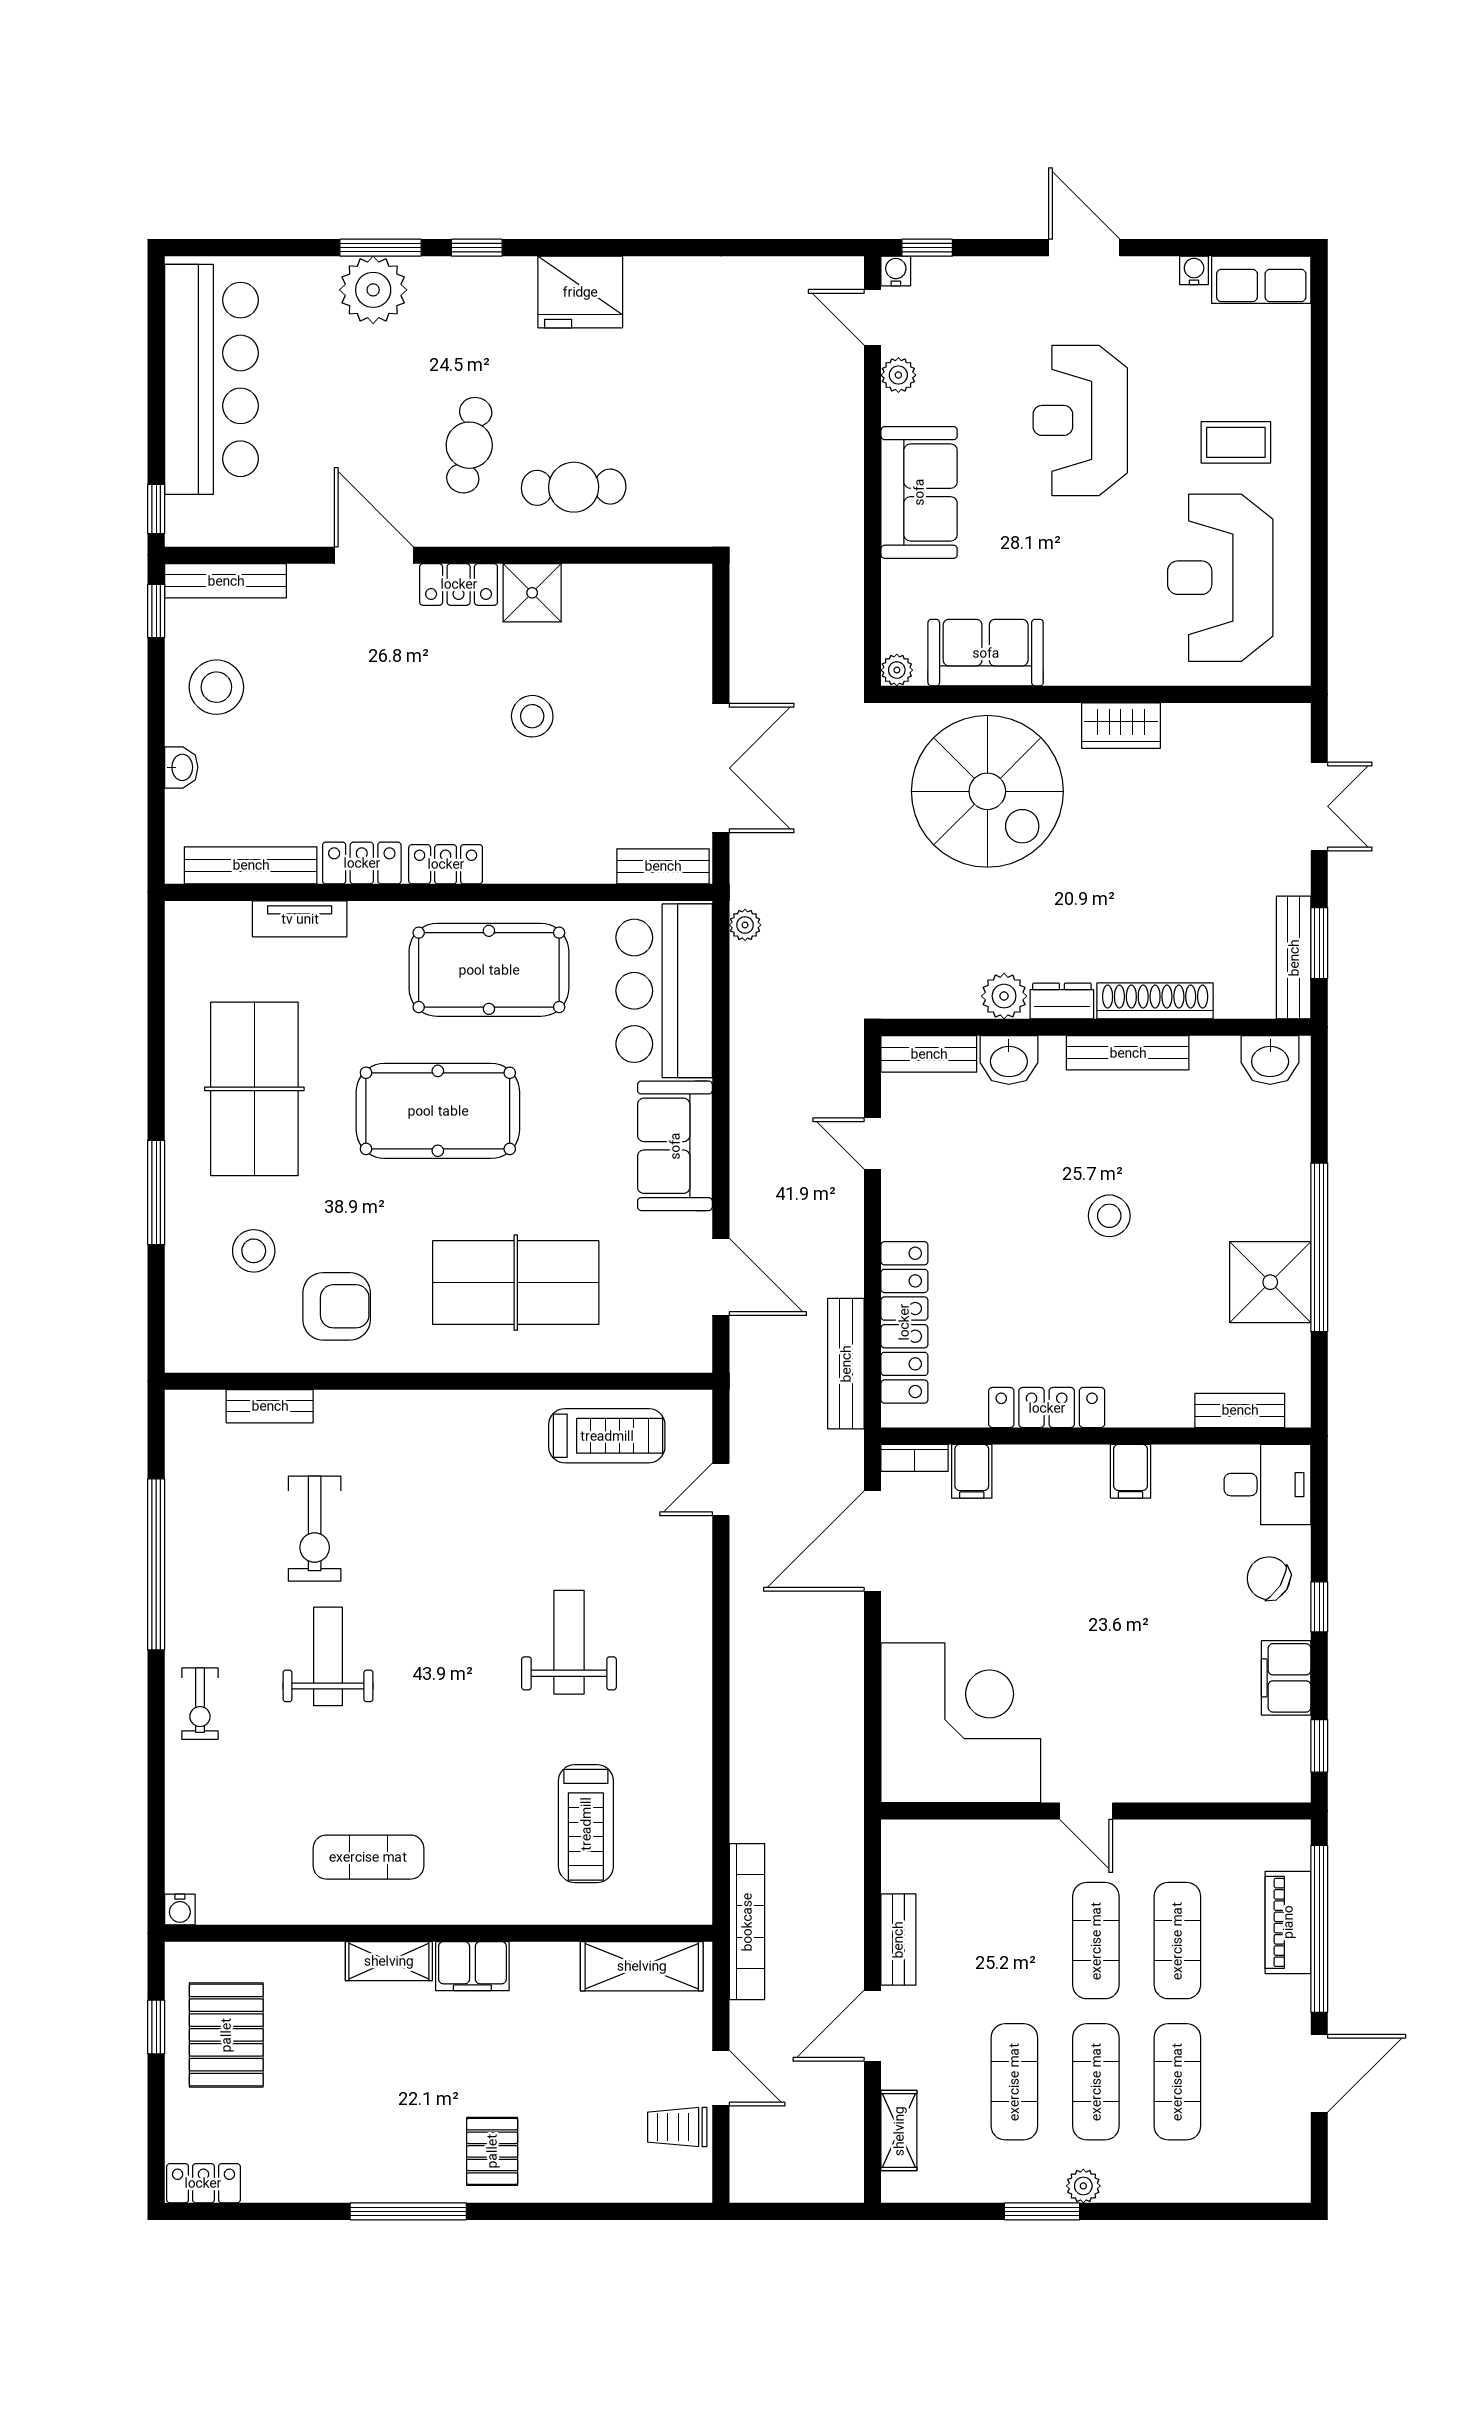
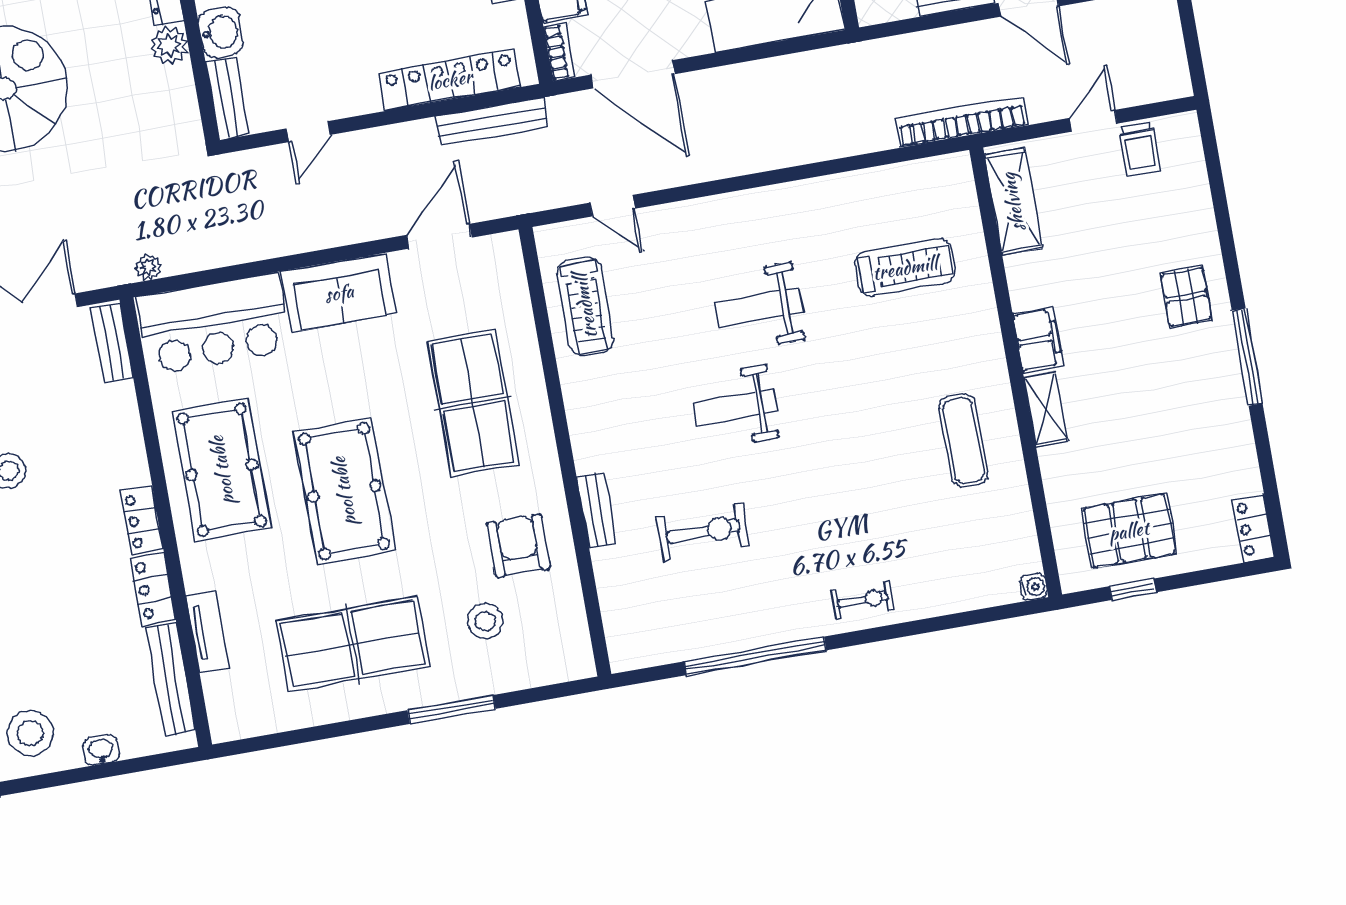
bench: (270, 1406) -> (596, 510), moved
treadmill: (607, 1436) -> (585, 306), turned 180
weight bench: (328, 1656) -> (736, 407), moved
pallet: (492, 2151) -> (1186, 297), turned 90

